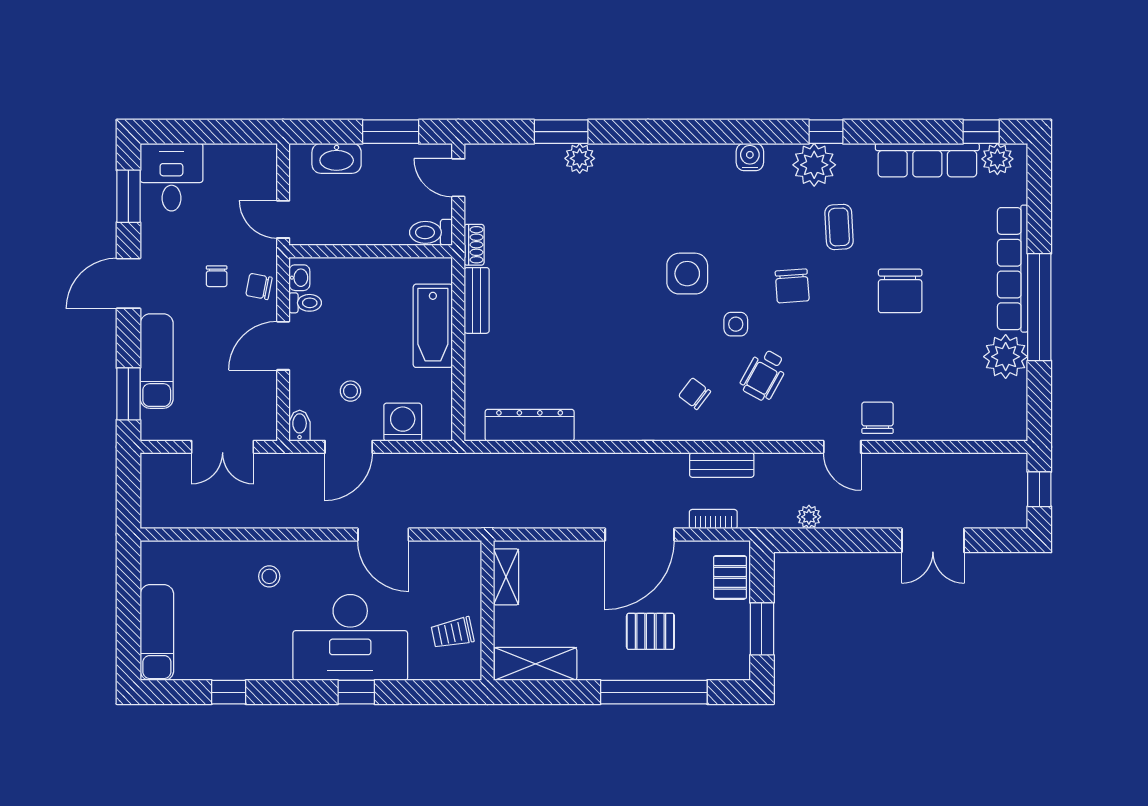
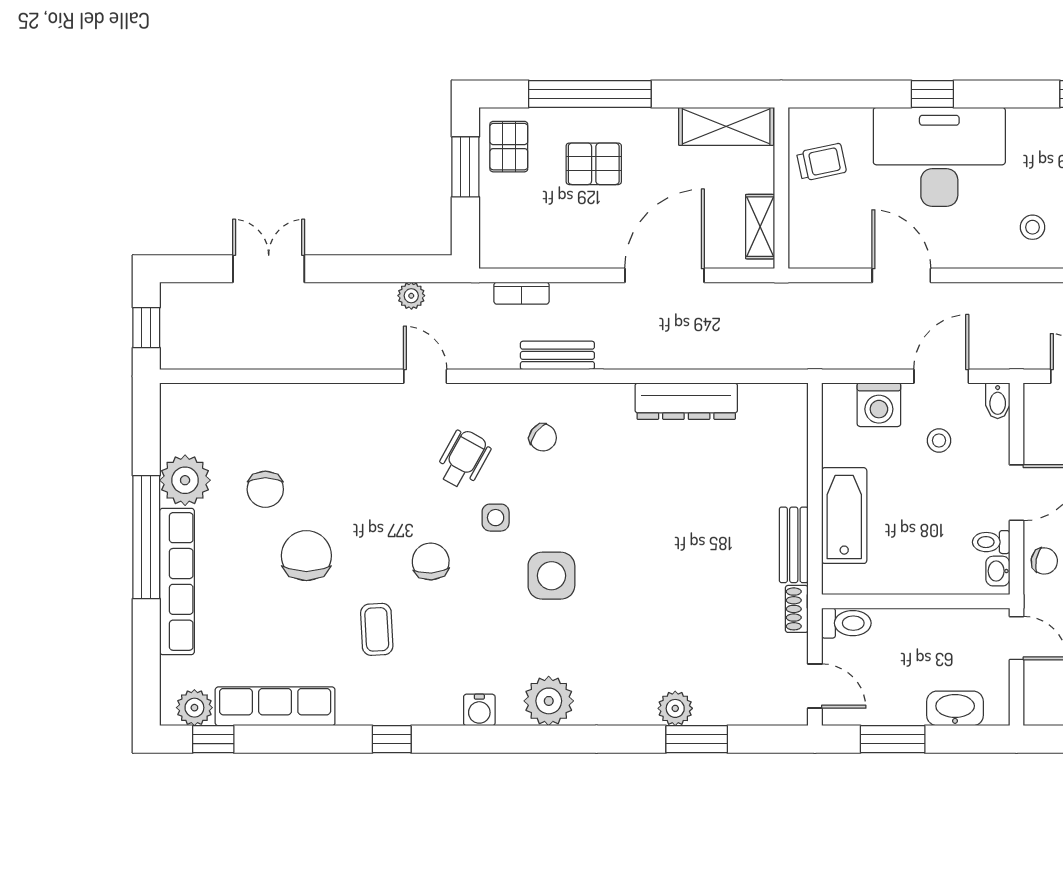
plant: (814, 165) -> (549, 701), moved
chair: (878, 418) -> (265, 489), moved
dresser: (530, 425) -> (686, 401), moved
door: (842, 447) -> (425, 376), moved
bench: (722, 465) -> (557, 355), moved
door: (640, 534) -> (664, 275), moved
pallet: (730, 577) -> (509, 147), moved

